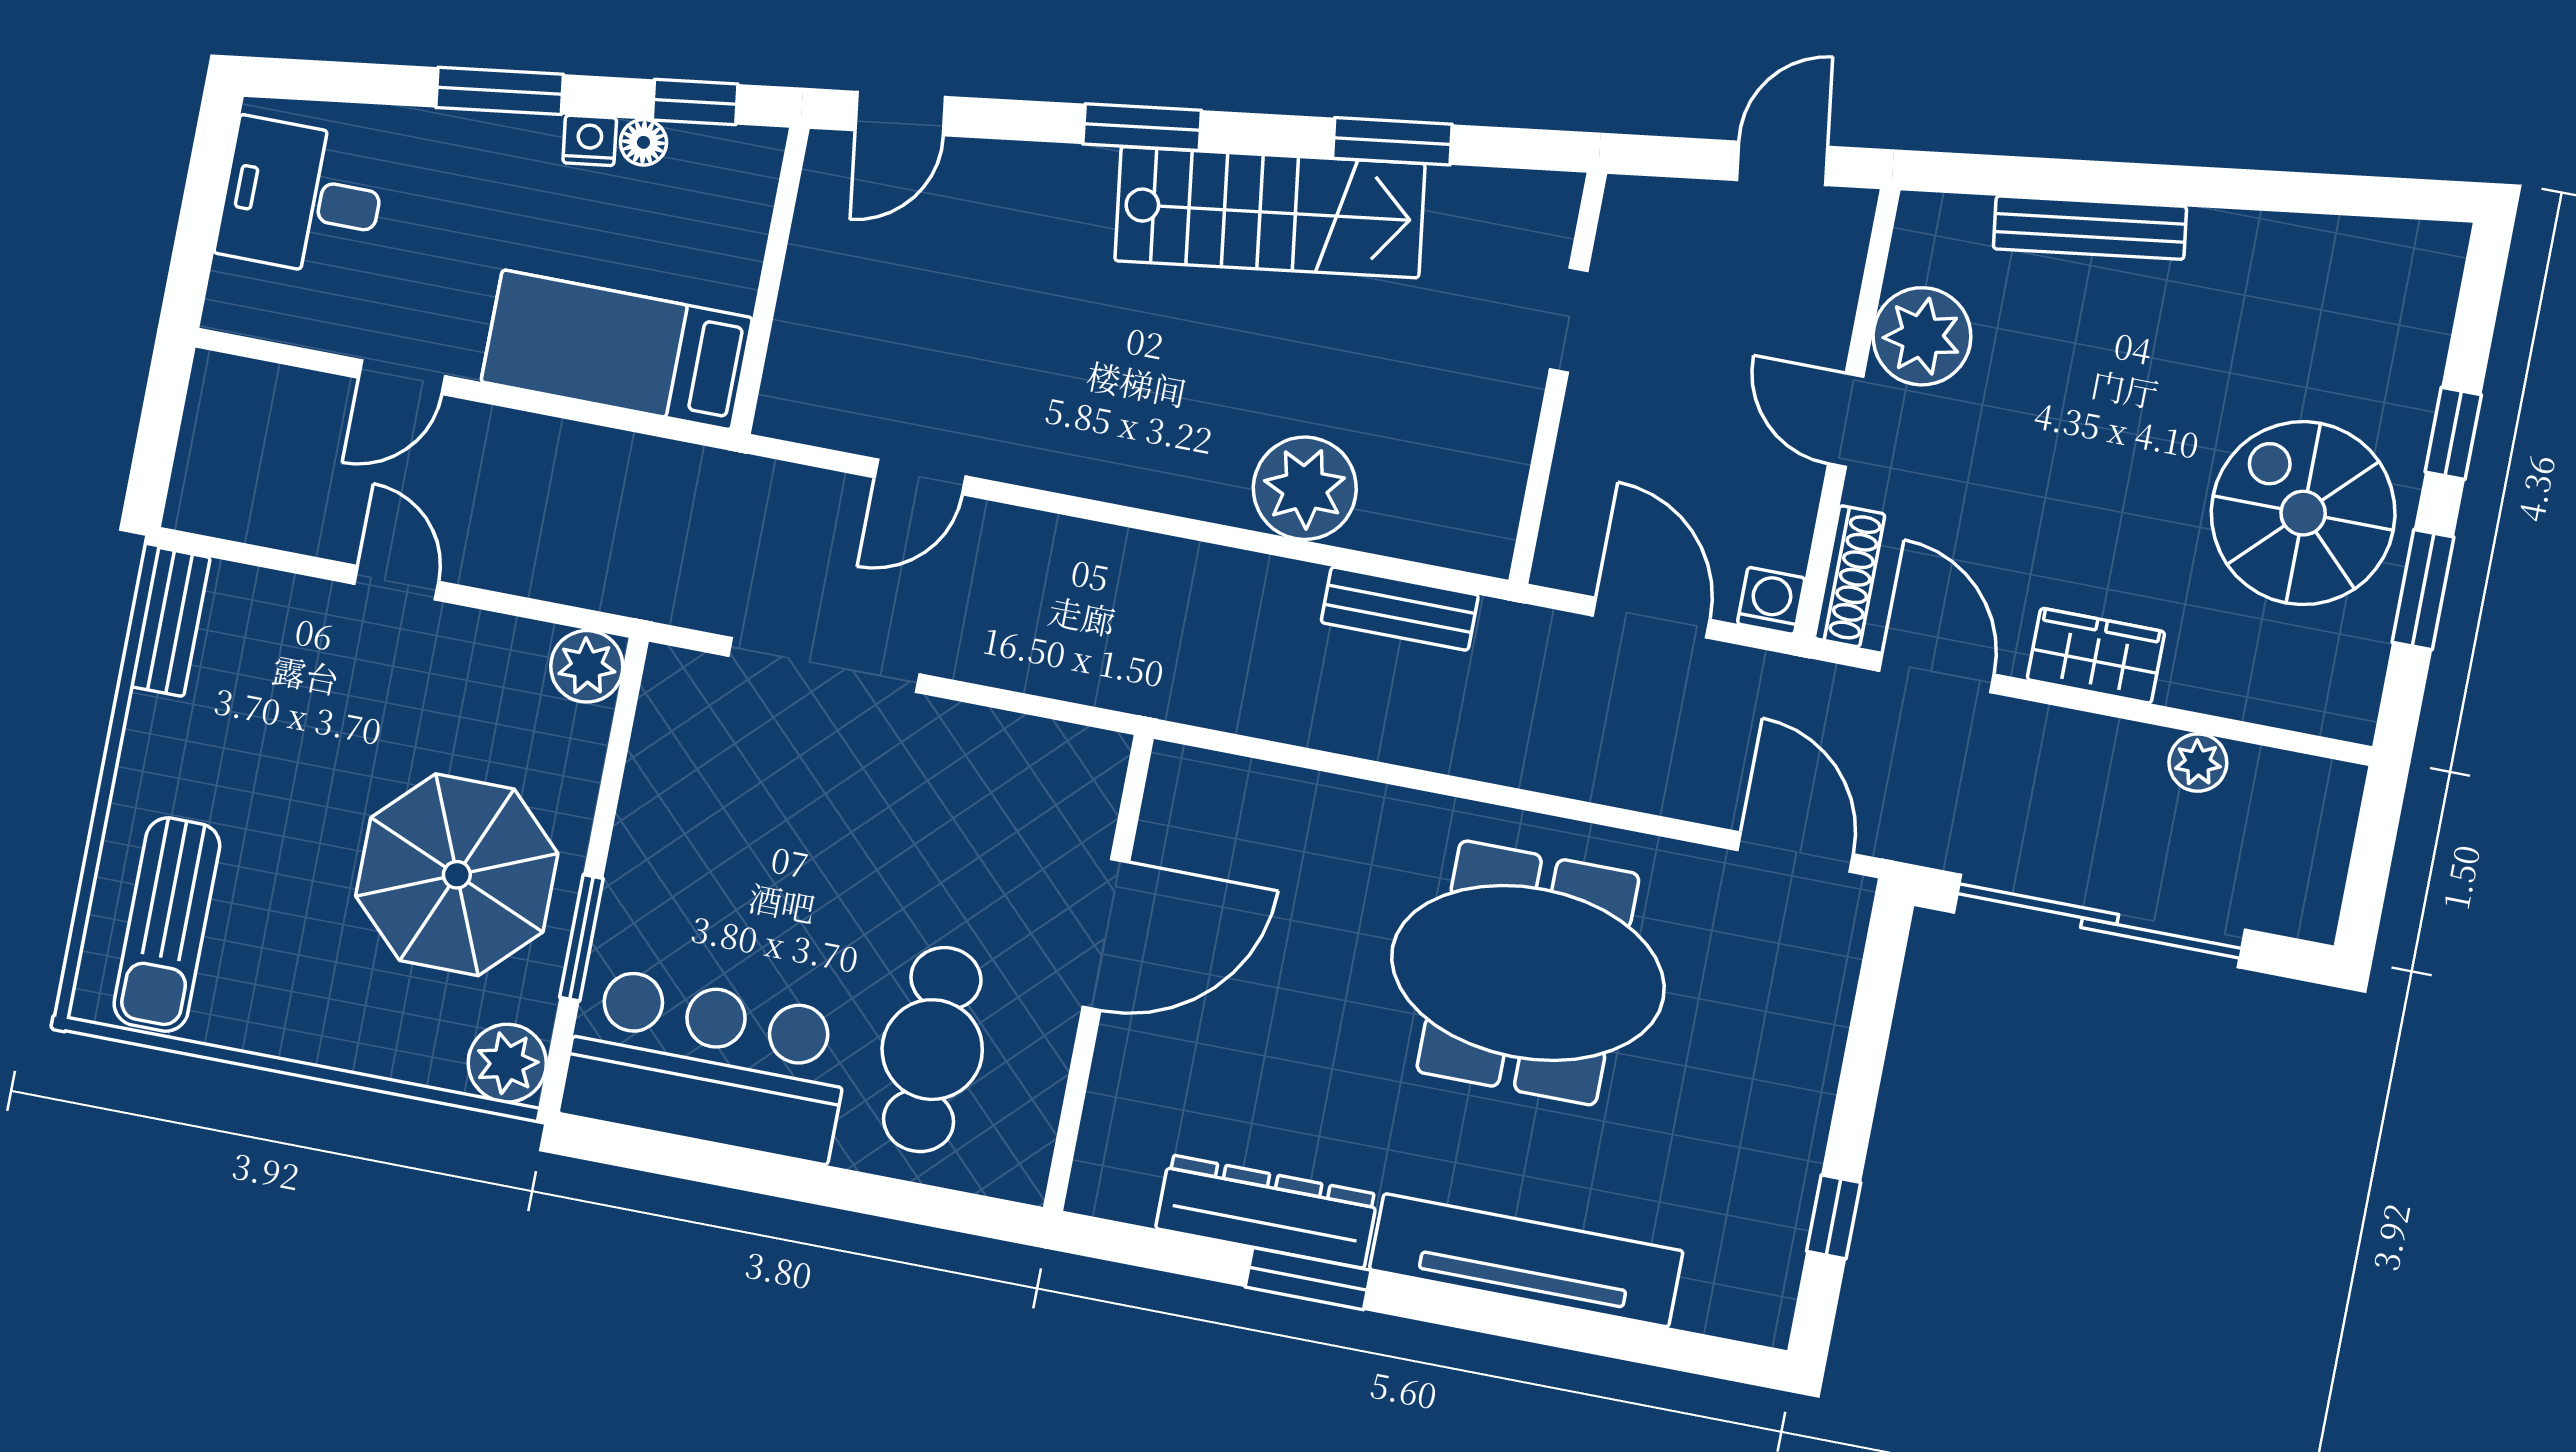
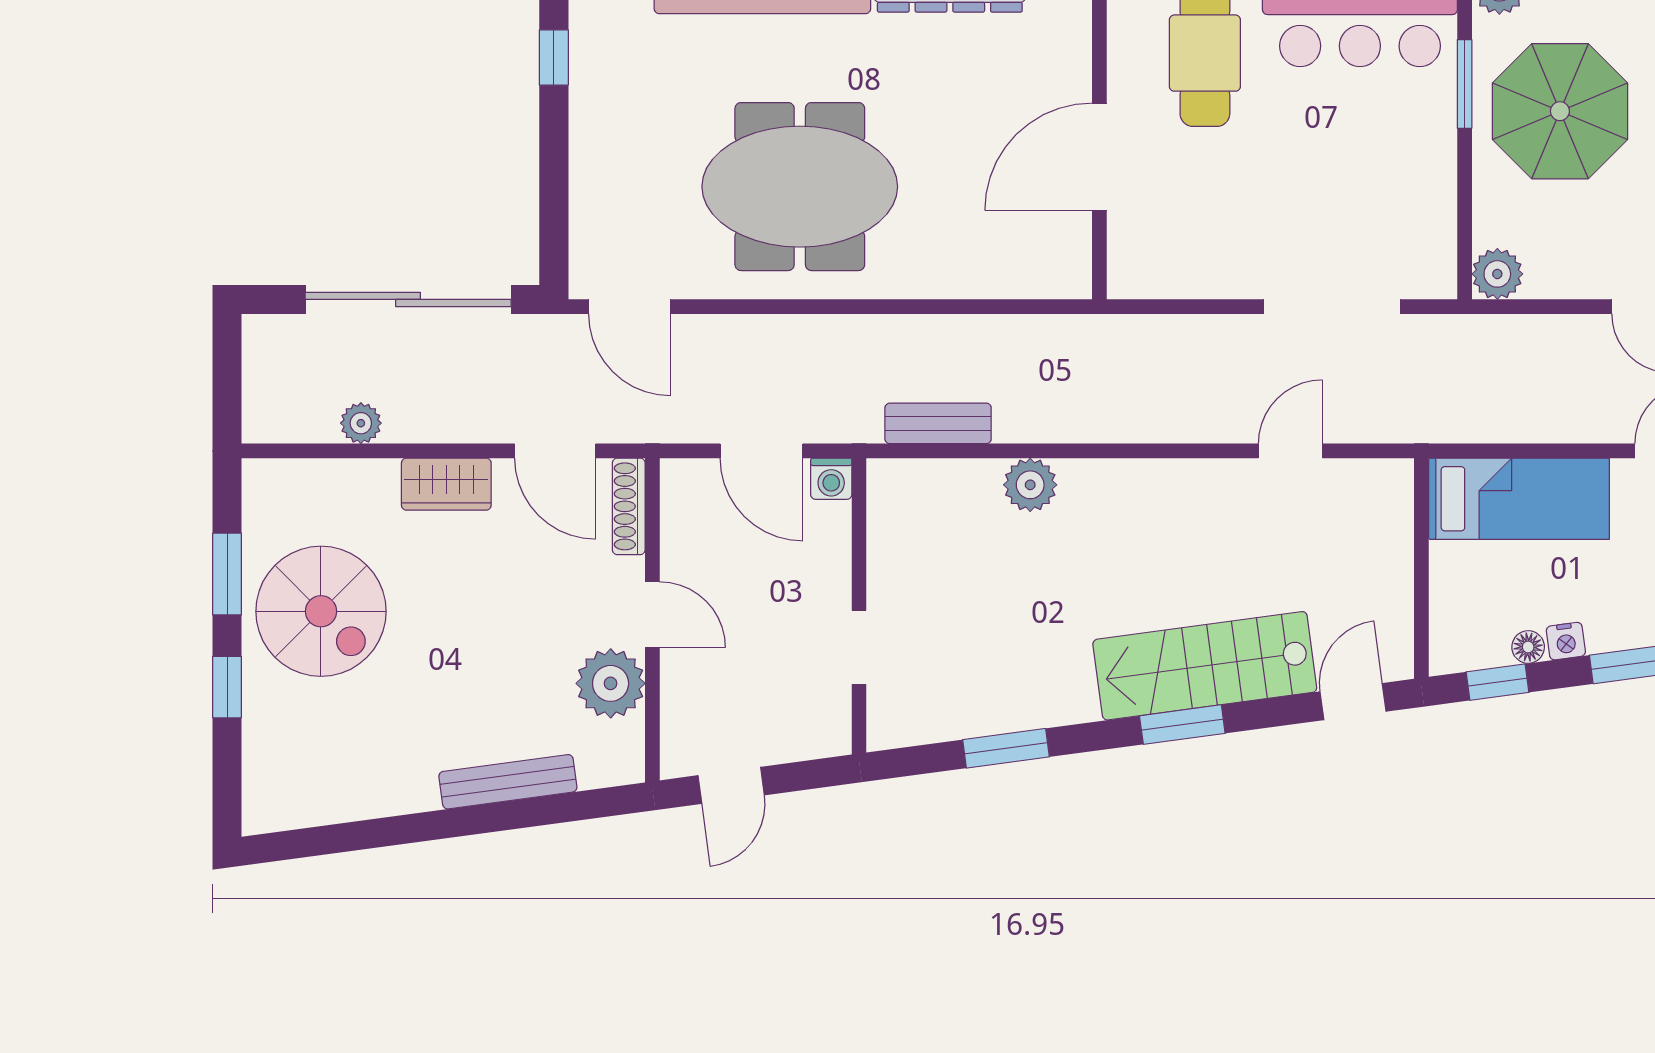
stairs: (1270, 212) -> (1205, 666), moved
plant: (1305, 488) -> (1030, 485), width x0.73, depth x0.73
washing machine: (1771, 601) -> (831, 479), moved

